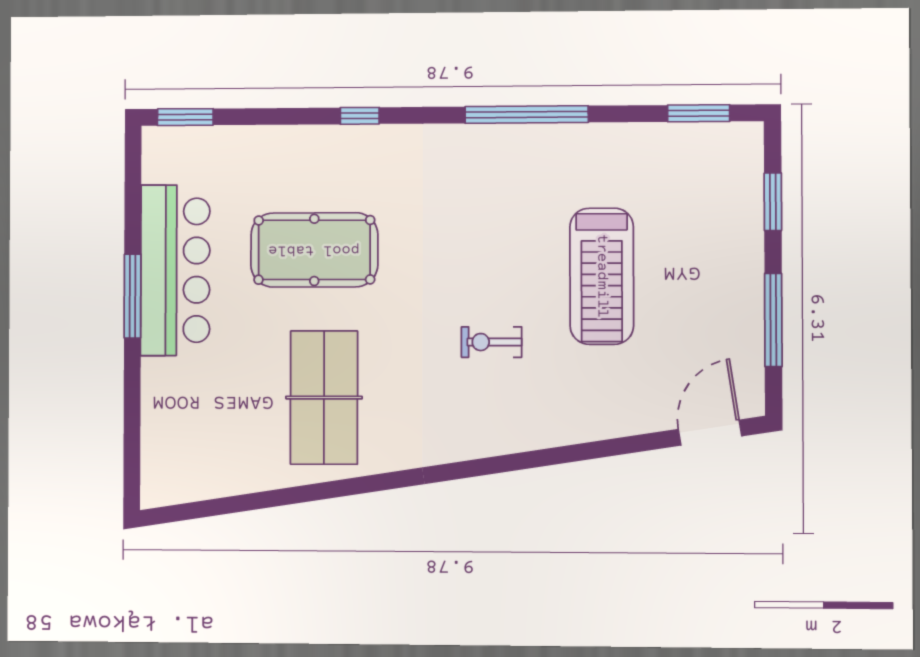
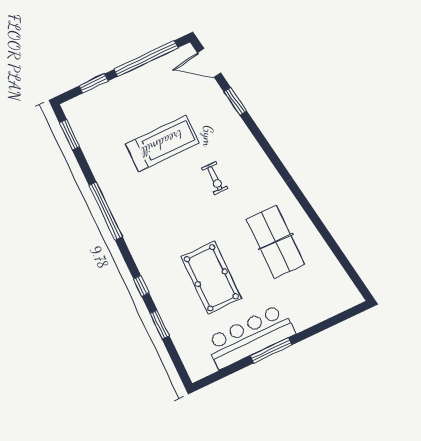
window: (185, 117) -> (160, 325), moved
window: (773, 320) -> (146, 59), width x1.46
table tennis table: (324, 398) -> (275, 242), turned 90
window: (616, 447) -> (235, 101), added

